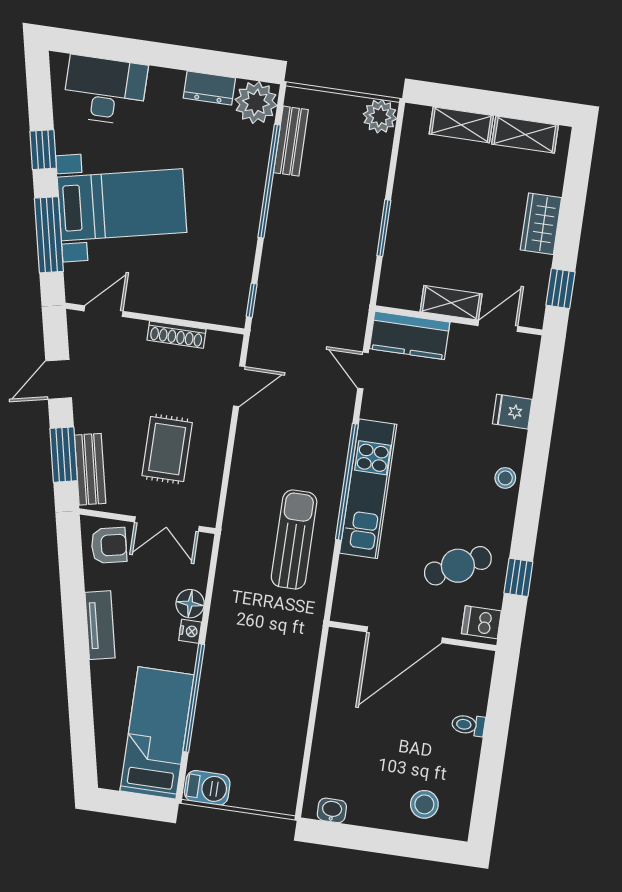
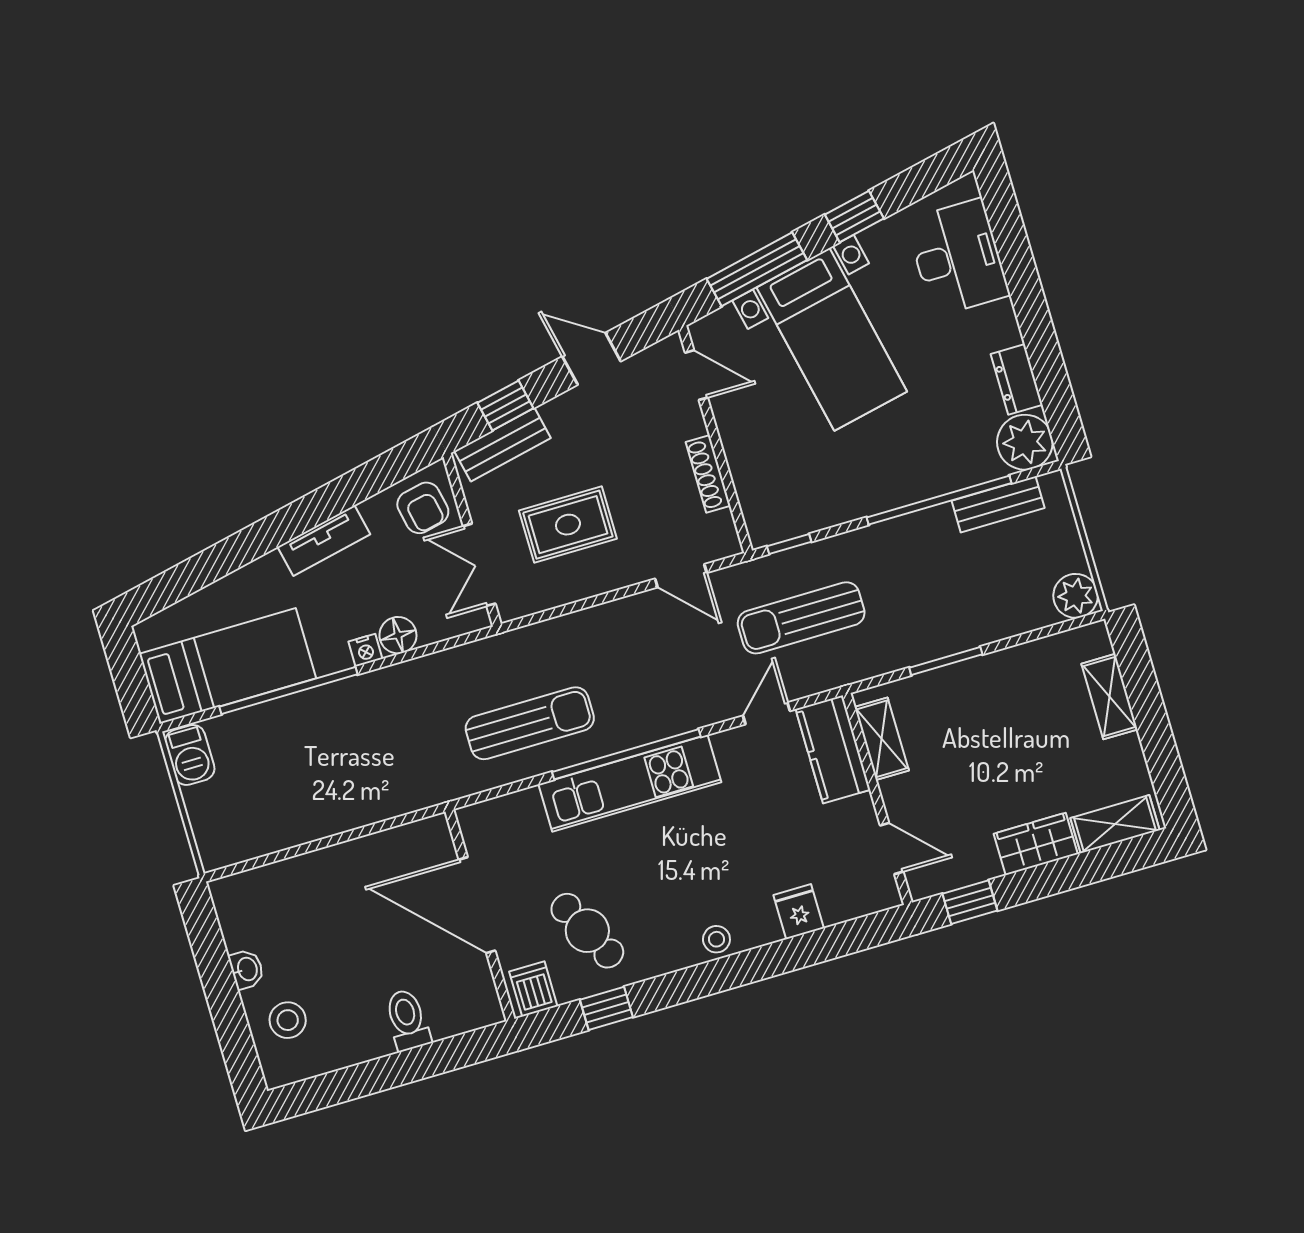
shelving: (525, 135) -> (1115, 824), moved, turned 90
shelving: (451, 303) -> (882, 739), moved
sun lounger: (307, 316) -> (801, 618), added
window: (64, 455) -> (505, 405), width x0.67
toilet: (468, 725) -> (407, 1020), width x1.37, depth x1.39
washbasin: (332, 810) -> (247, 969), moved

